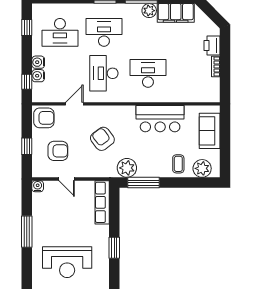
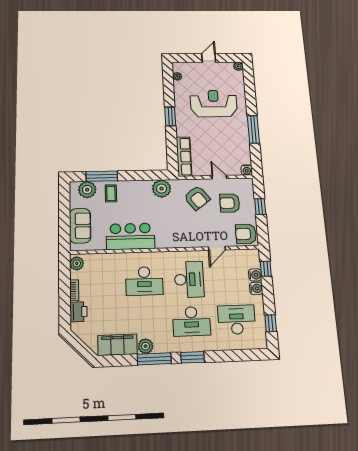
plant: (213, 93) -> (77, 263), added
armchair: (102, 139) -> (197, 198), moved
window: (143, 183) -> (102, 176), moved

